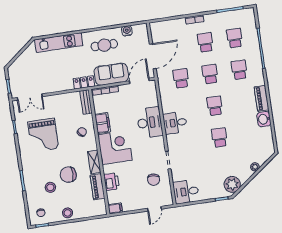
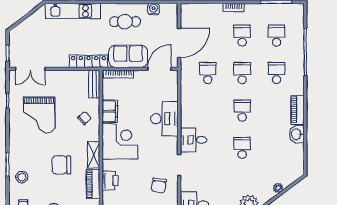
locker: (84, 82) -> (89, 61), width x1.53
desk: (175, 123) -> (193, 140), moved
stool: (50, 187) -> (22, 177), moved

